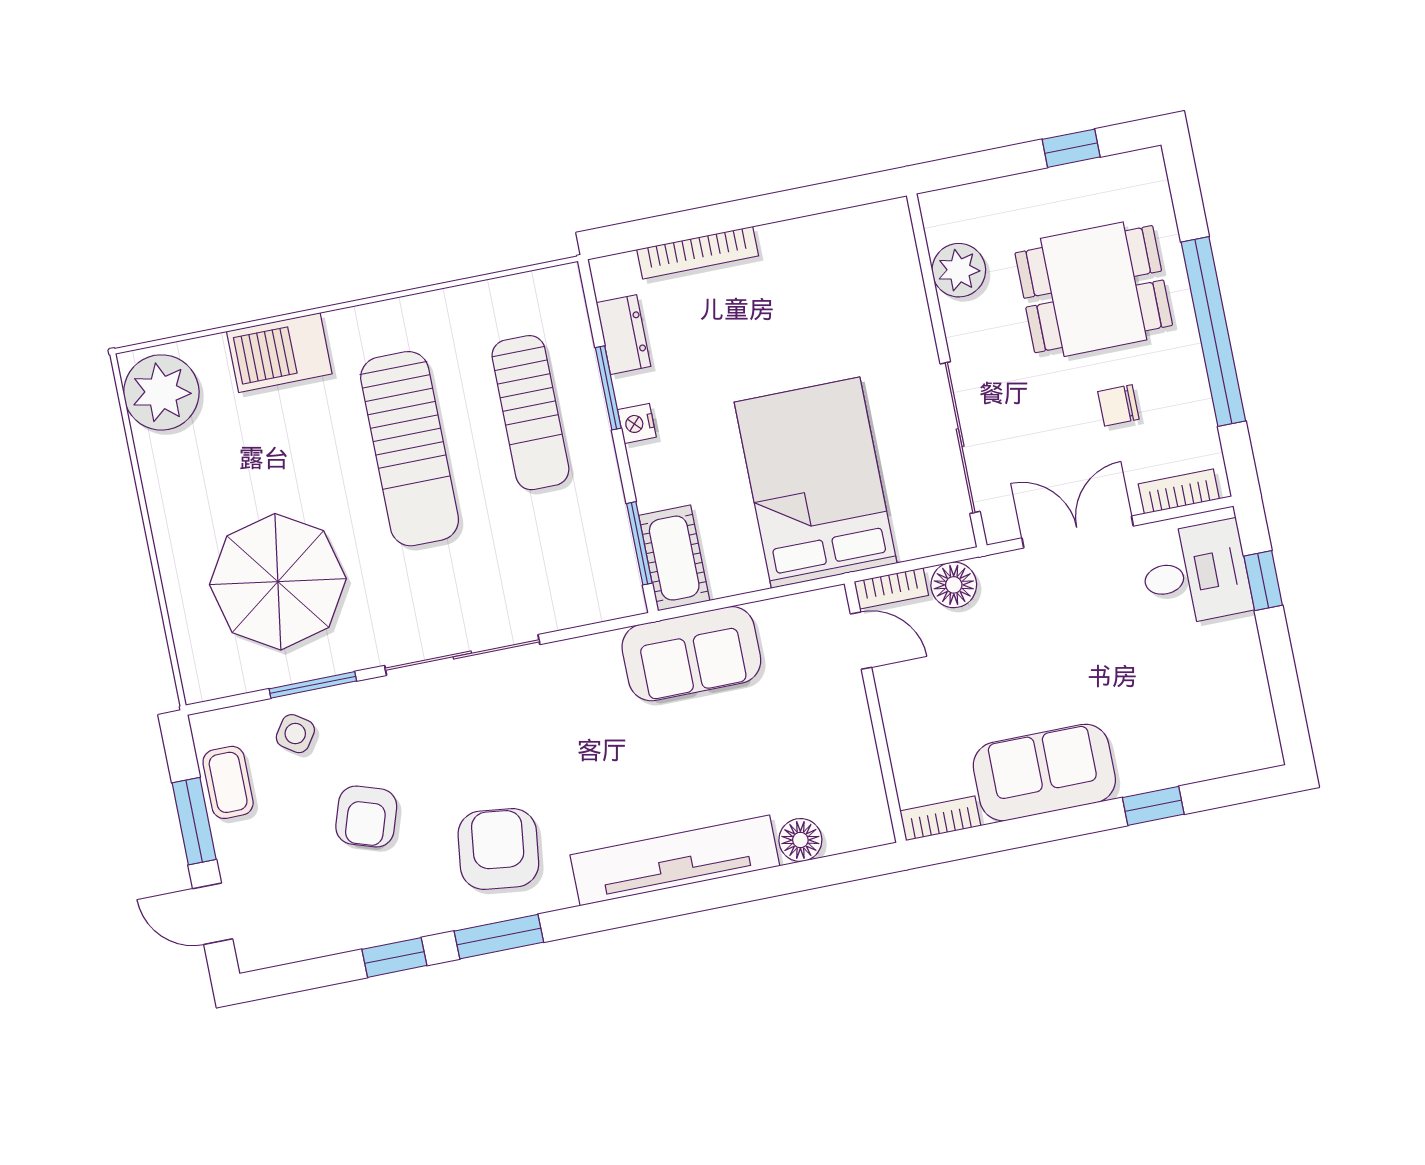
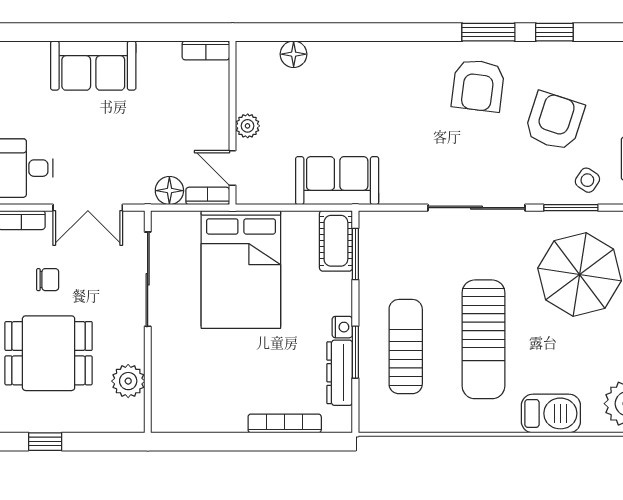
dresser: (624, 335) -> (340, 373), width x1.44
sun lounger: (410, 449) -> (483, 339), turned 180
plant: (851, 712) -> (248, 126), added
sofa: (1044, 773) -> (93, 66), moved
window: (1153, 806) -> (75, 32), removed
armchair: (366, 817) -> (554, 121), width x1.38, depth x1.38
tv unit: (675, 860) -> (372, 57), removed

